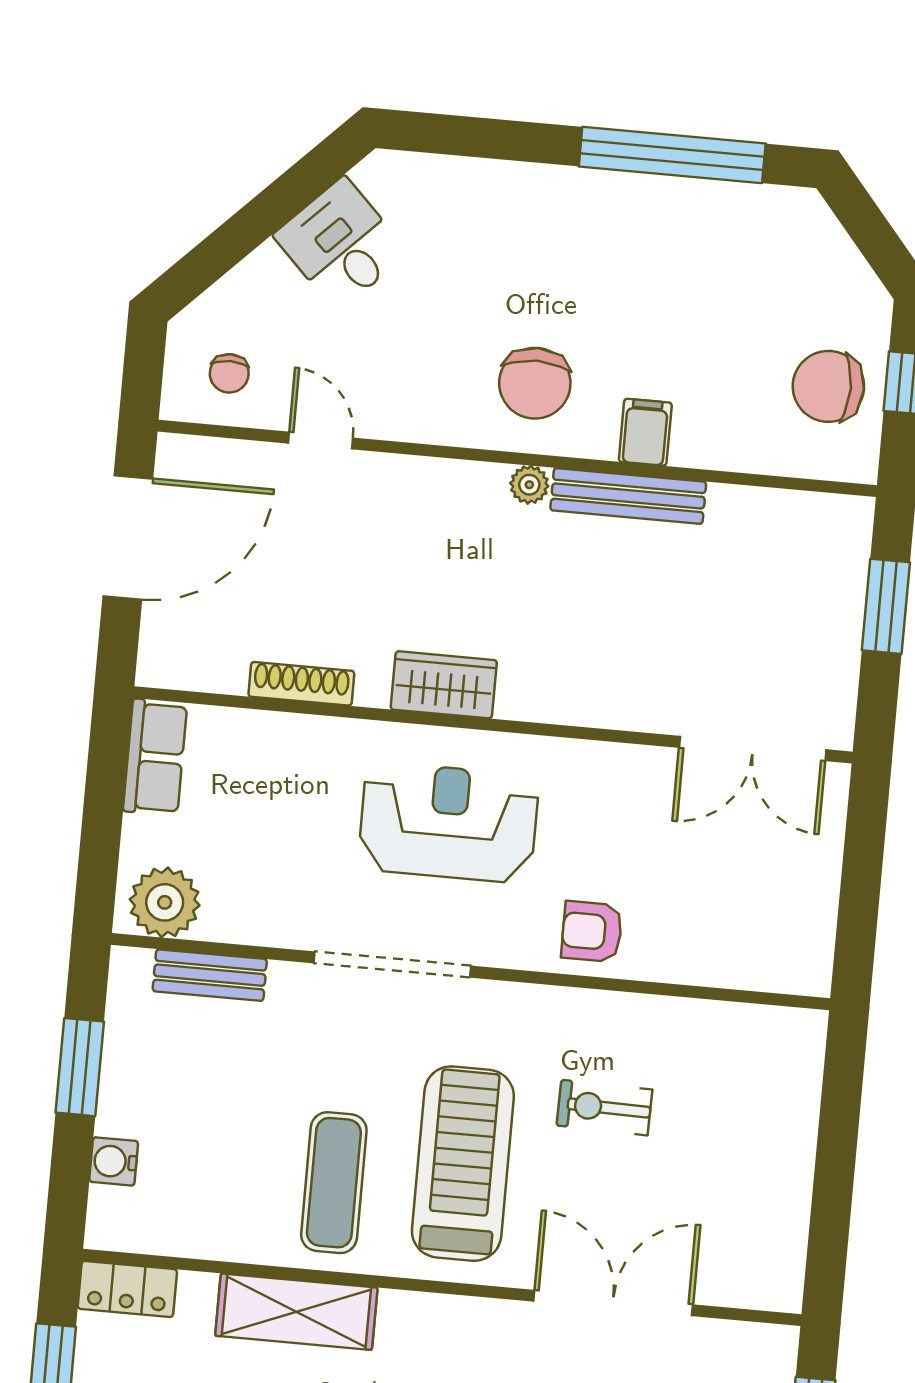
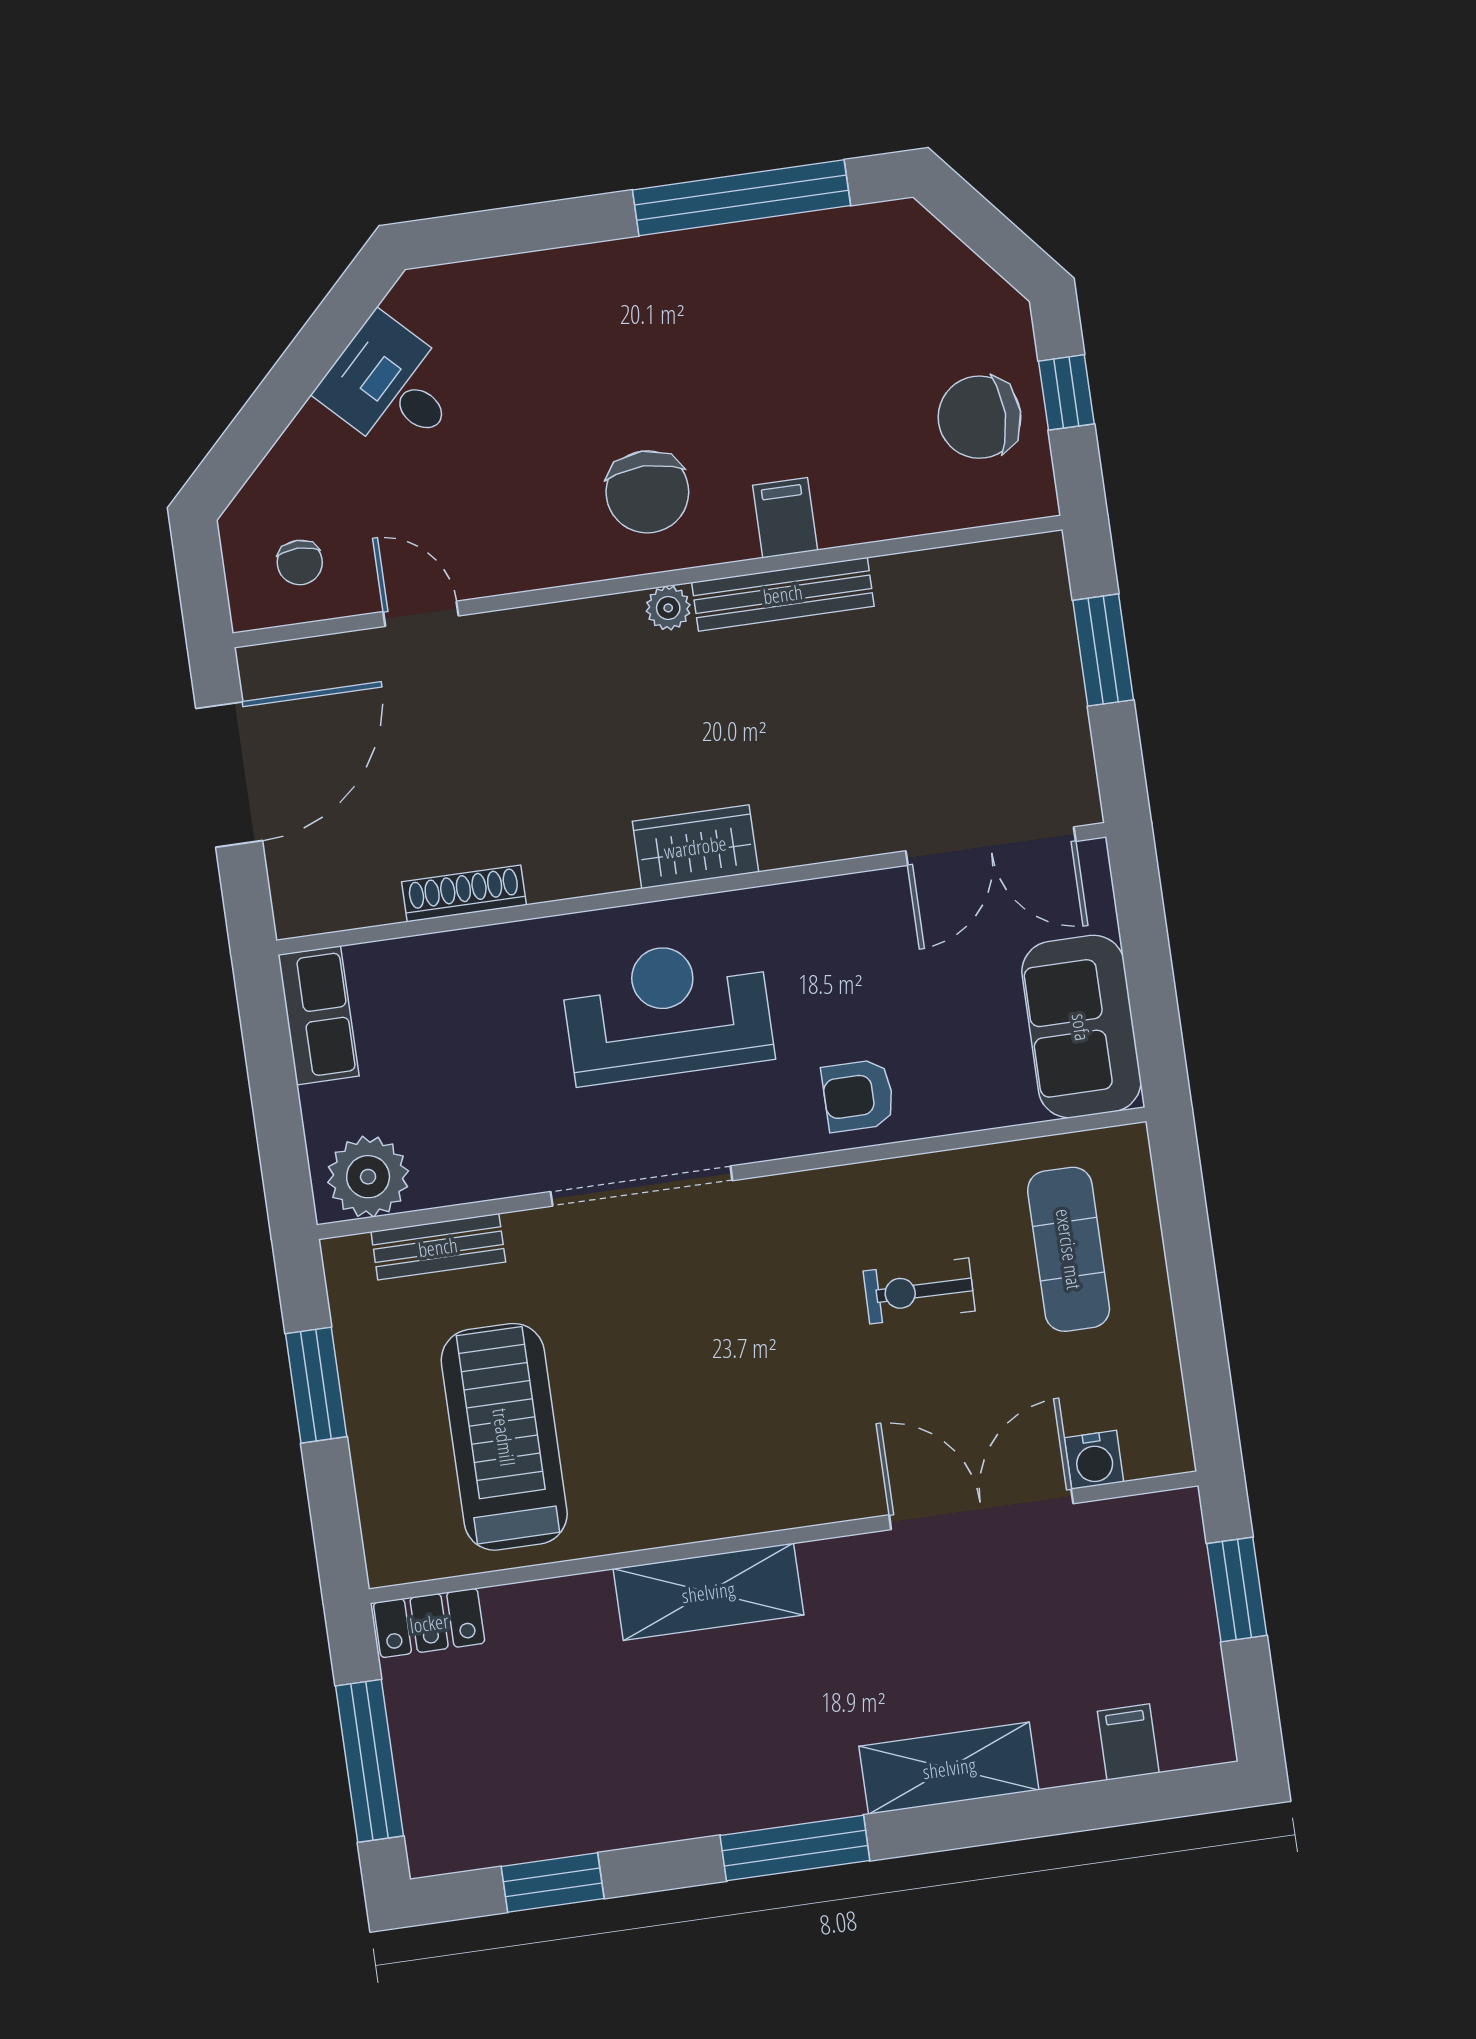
wardrobe: (444, 685) -> (695, 847), moved
sofa: (793, 918) -> (1081, 1027), added
water cooler: (114, 1161) -> (1094, 1460), moved, turned -90
treadmill: (463, 1164) -> (504, 1437), moved
exercise mat: (334, 1183) -> (1069, 1249), moved
shelving: (296, 1312) -> (708, 1592), moved

